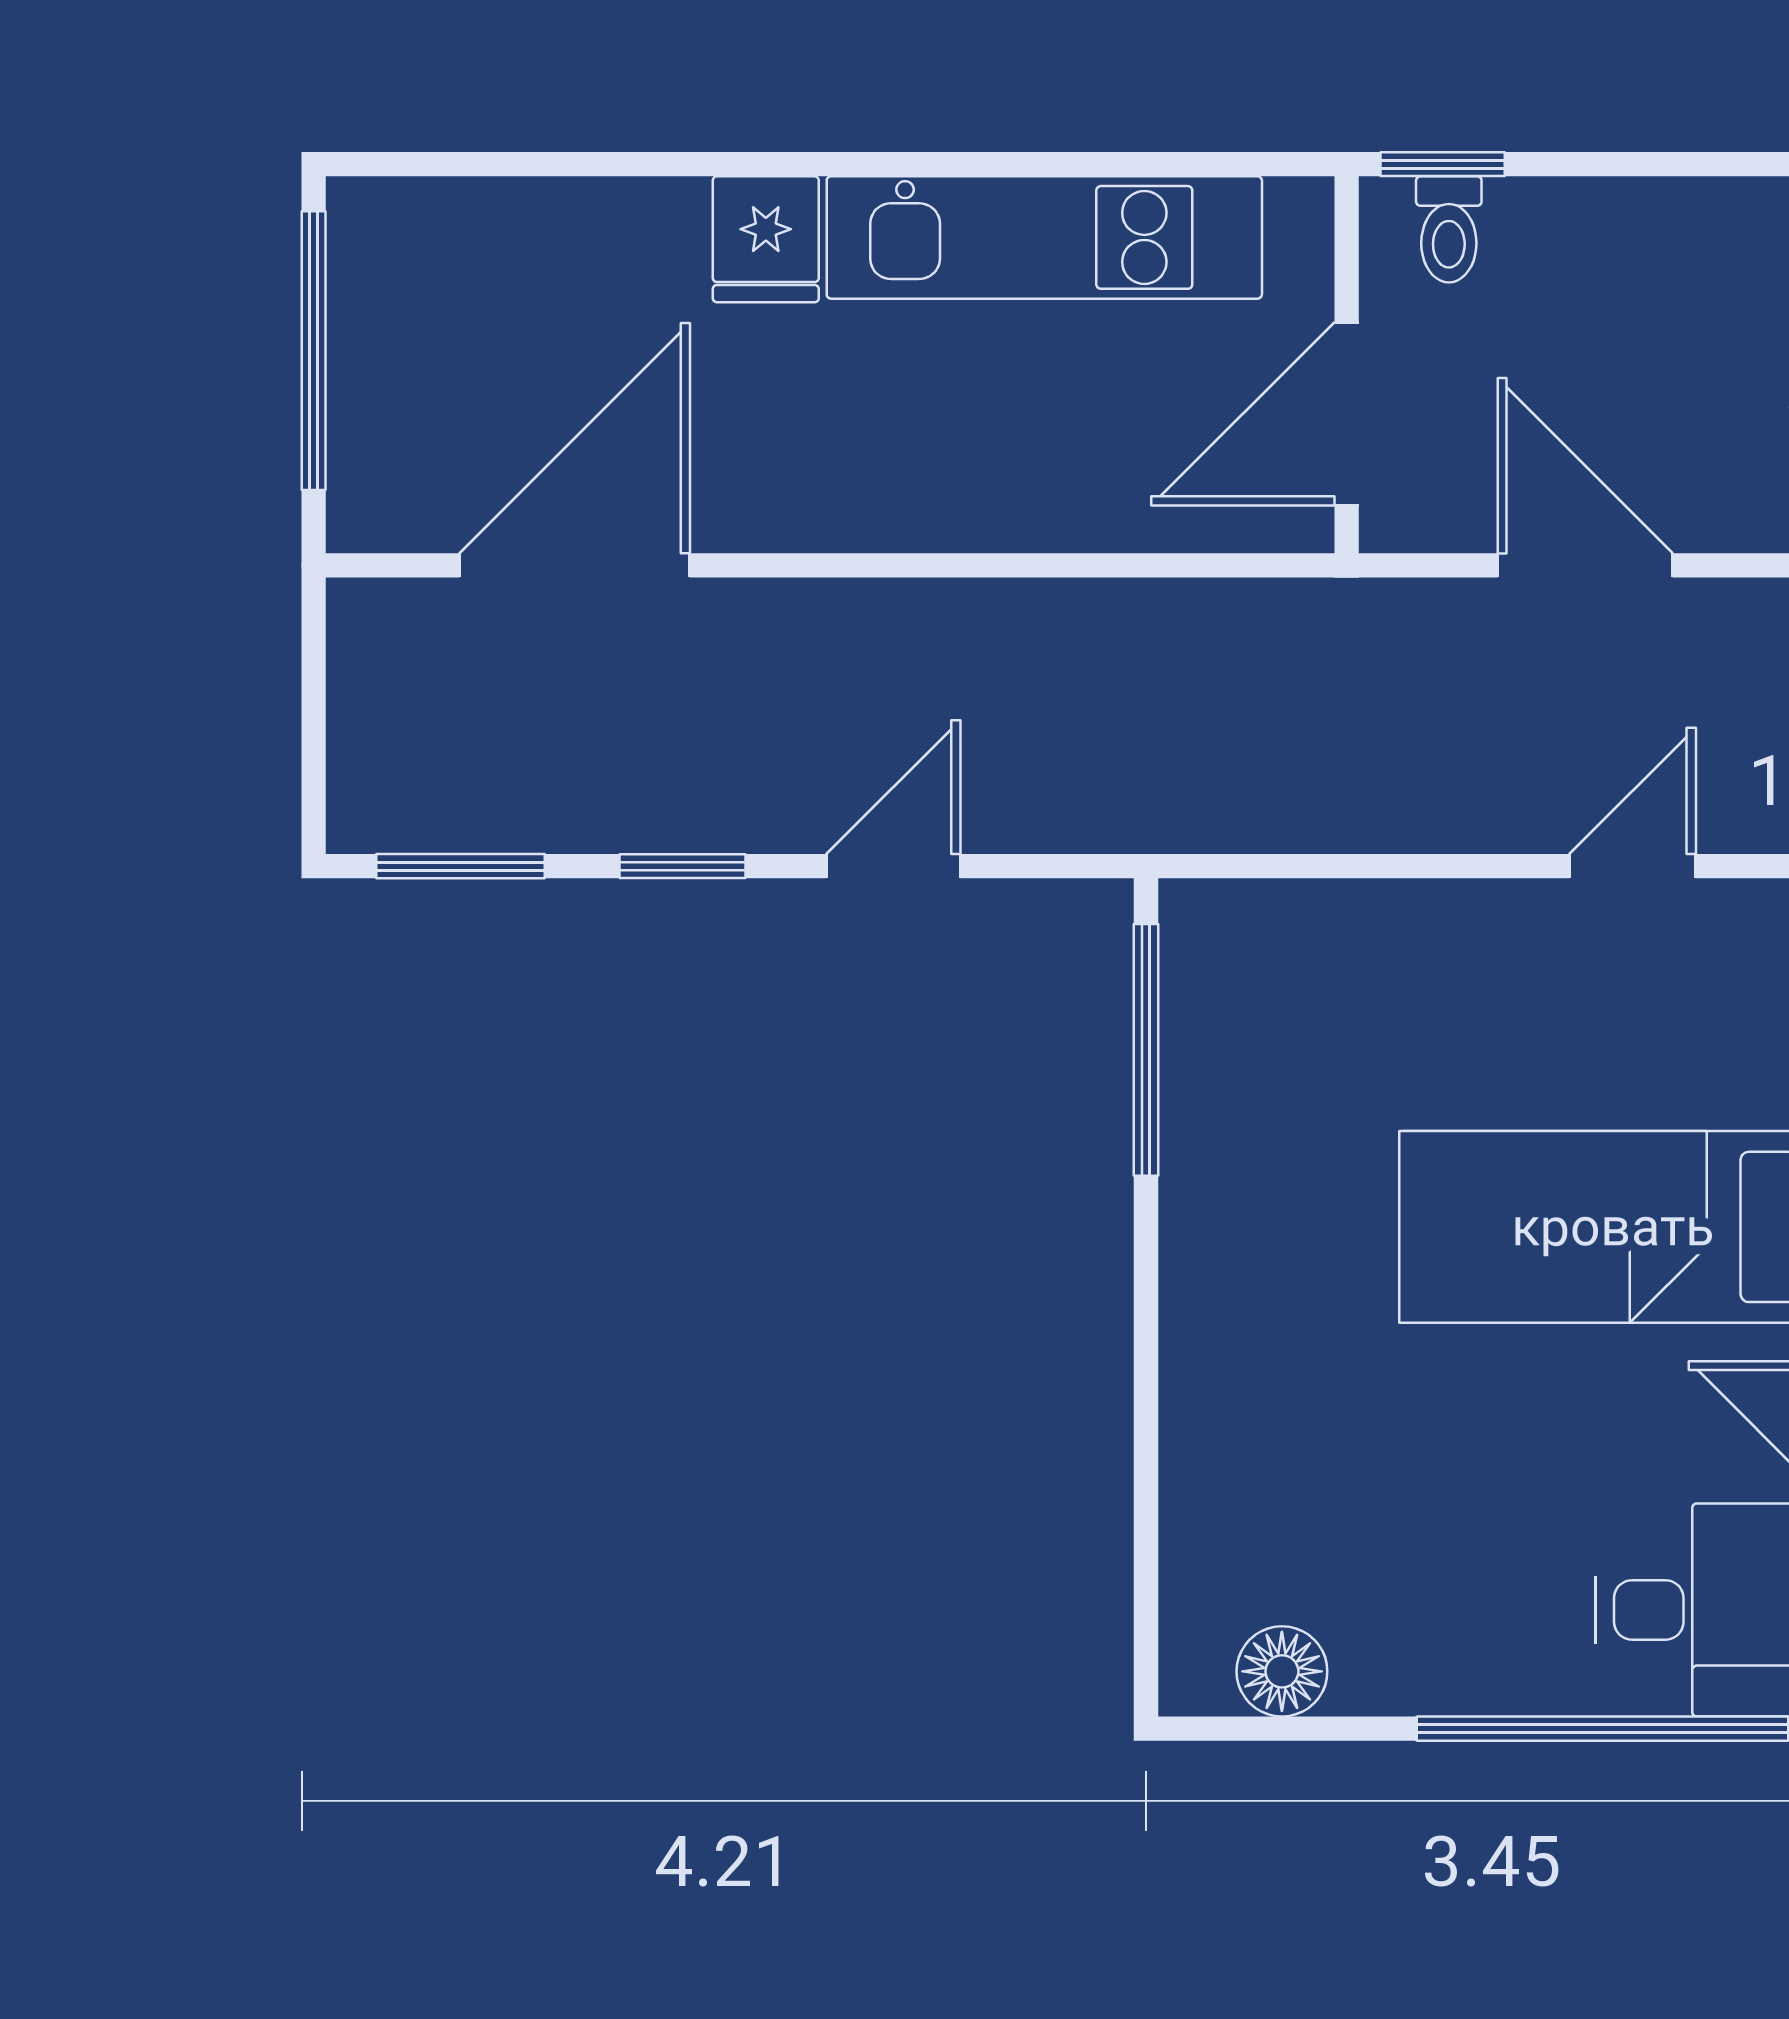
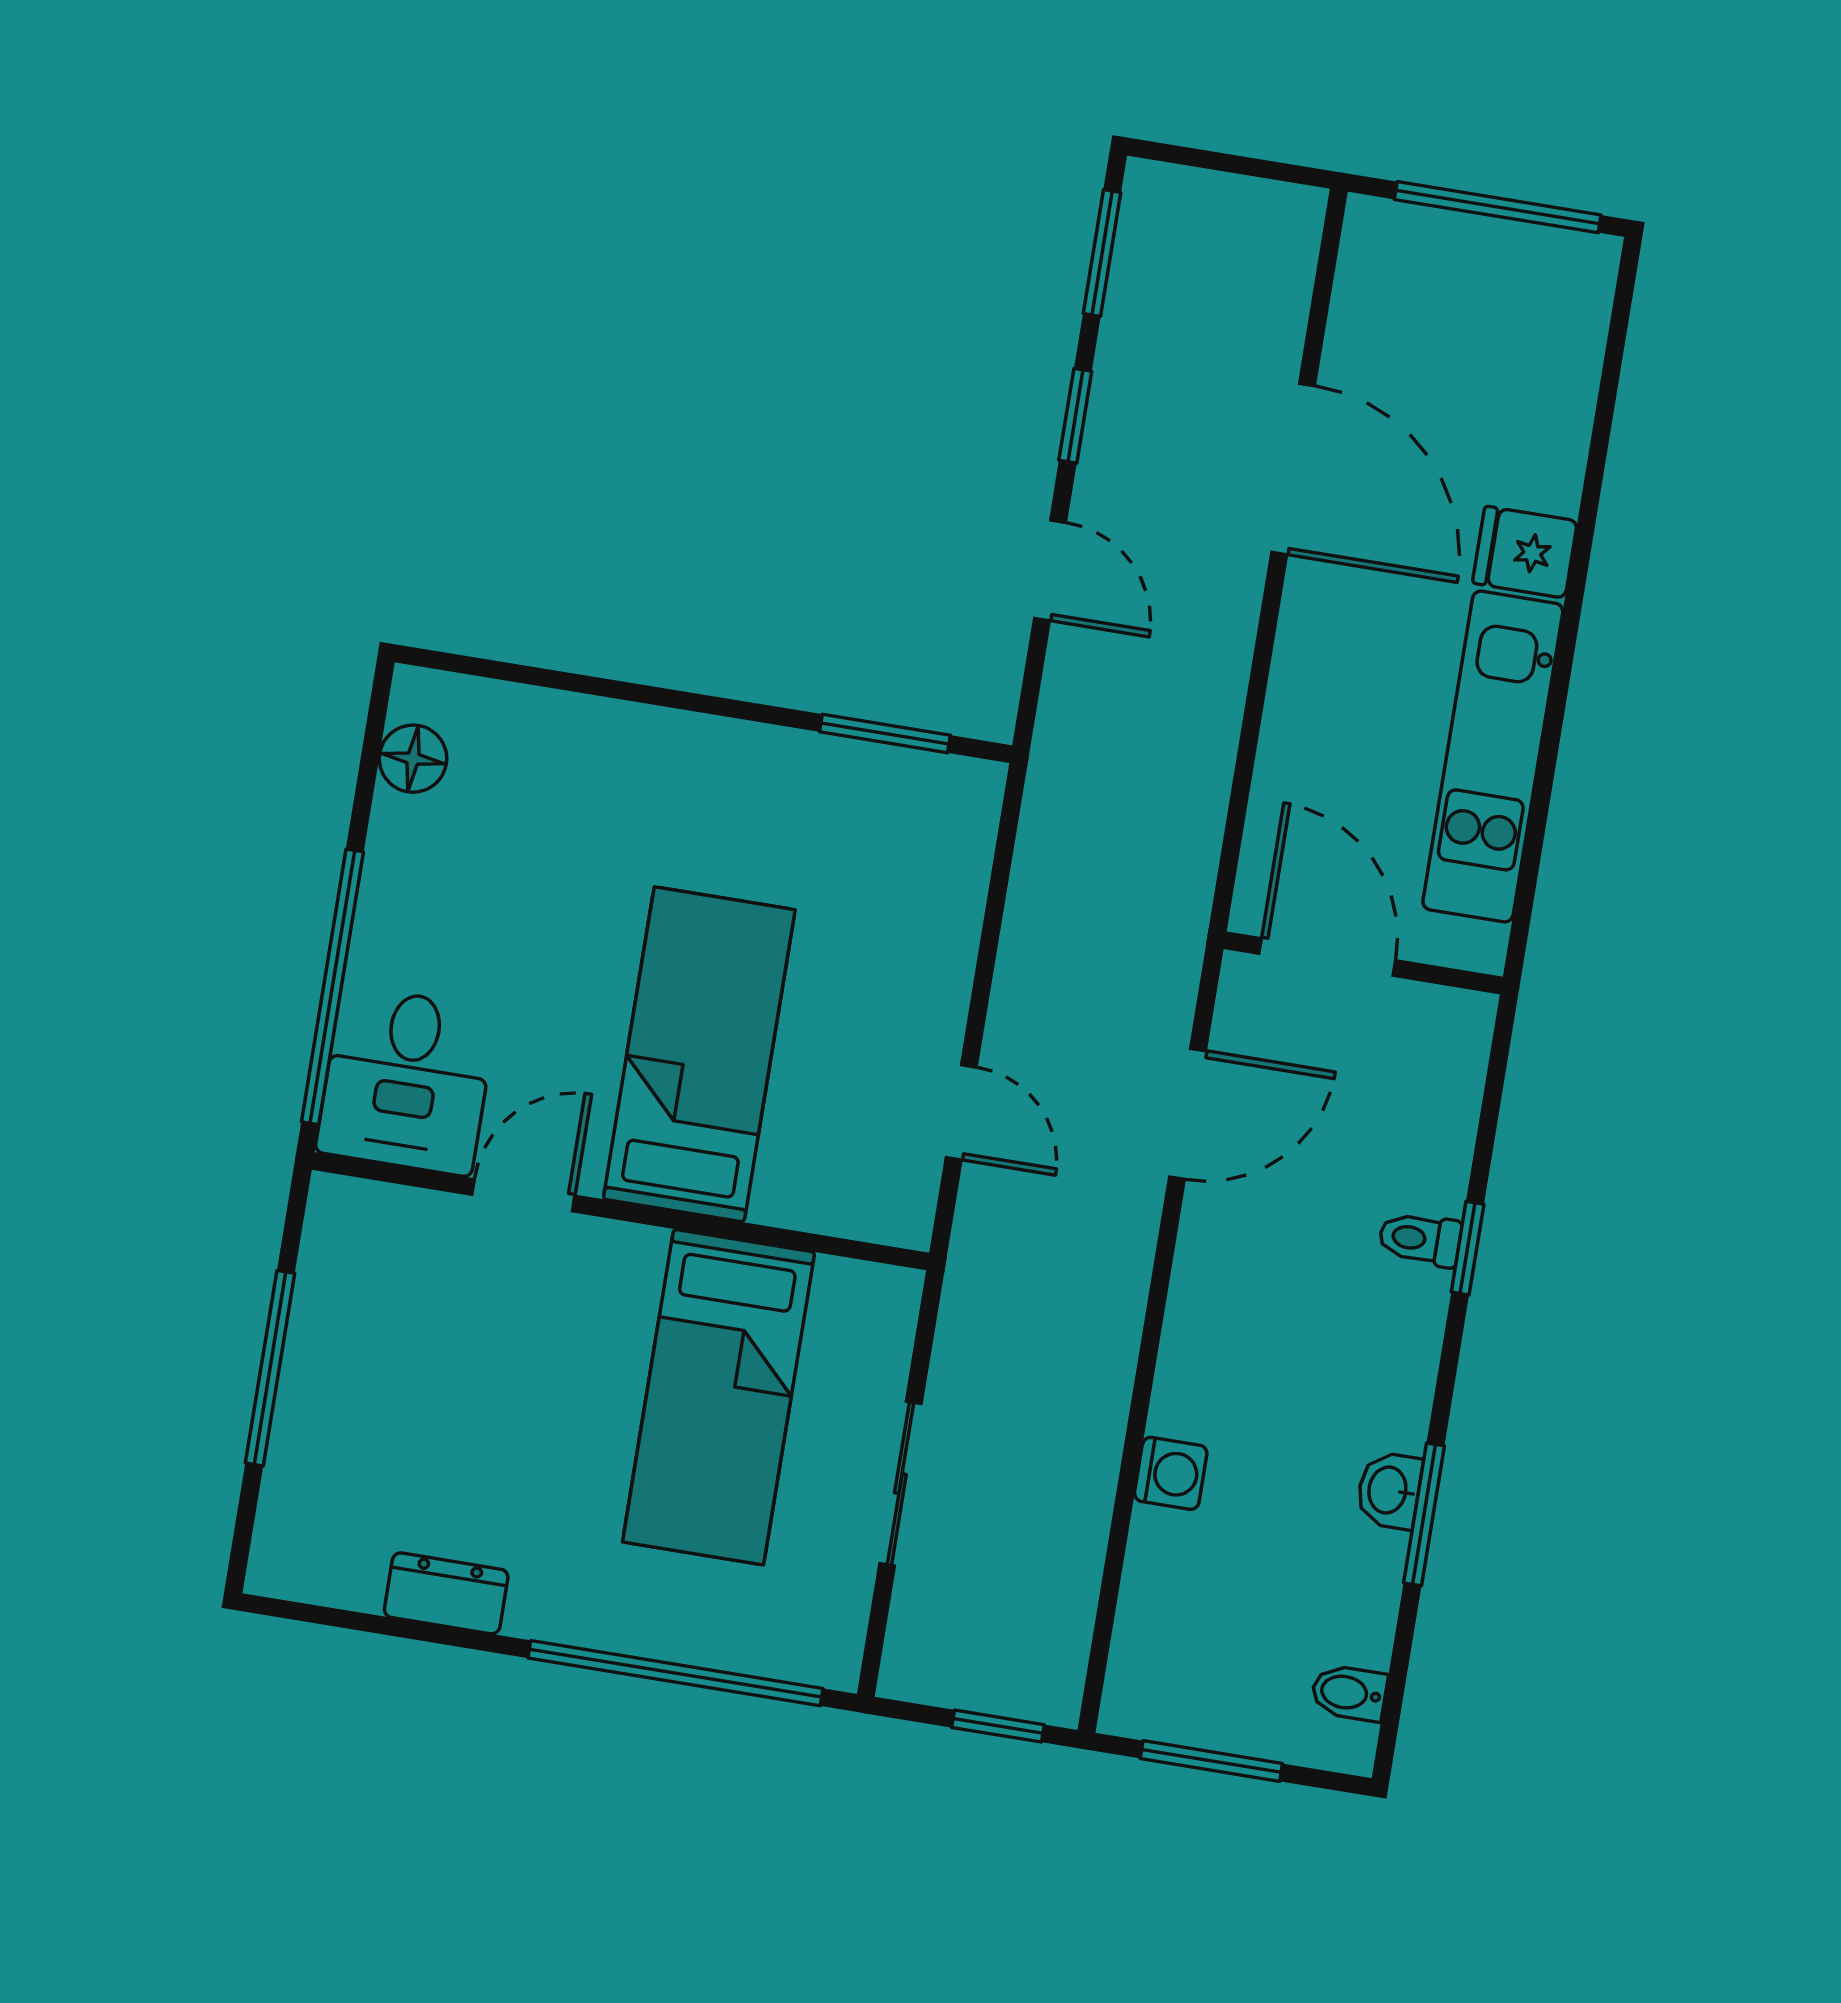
window: (1443, 164) -> (1468, 1248), moved
toilet: (1449, 229) -> (1420, 1239), moved
door: (575, 565) -> (1293, 469), moved
window: (1146, 1050) -> (885, 734), width x0.69

